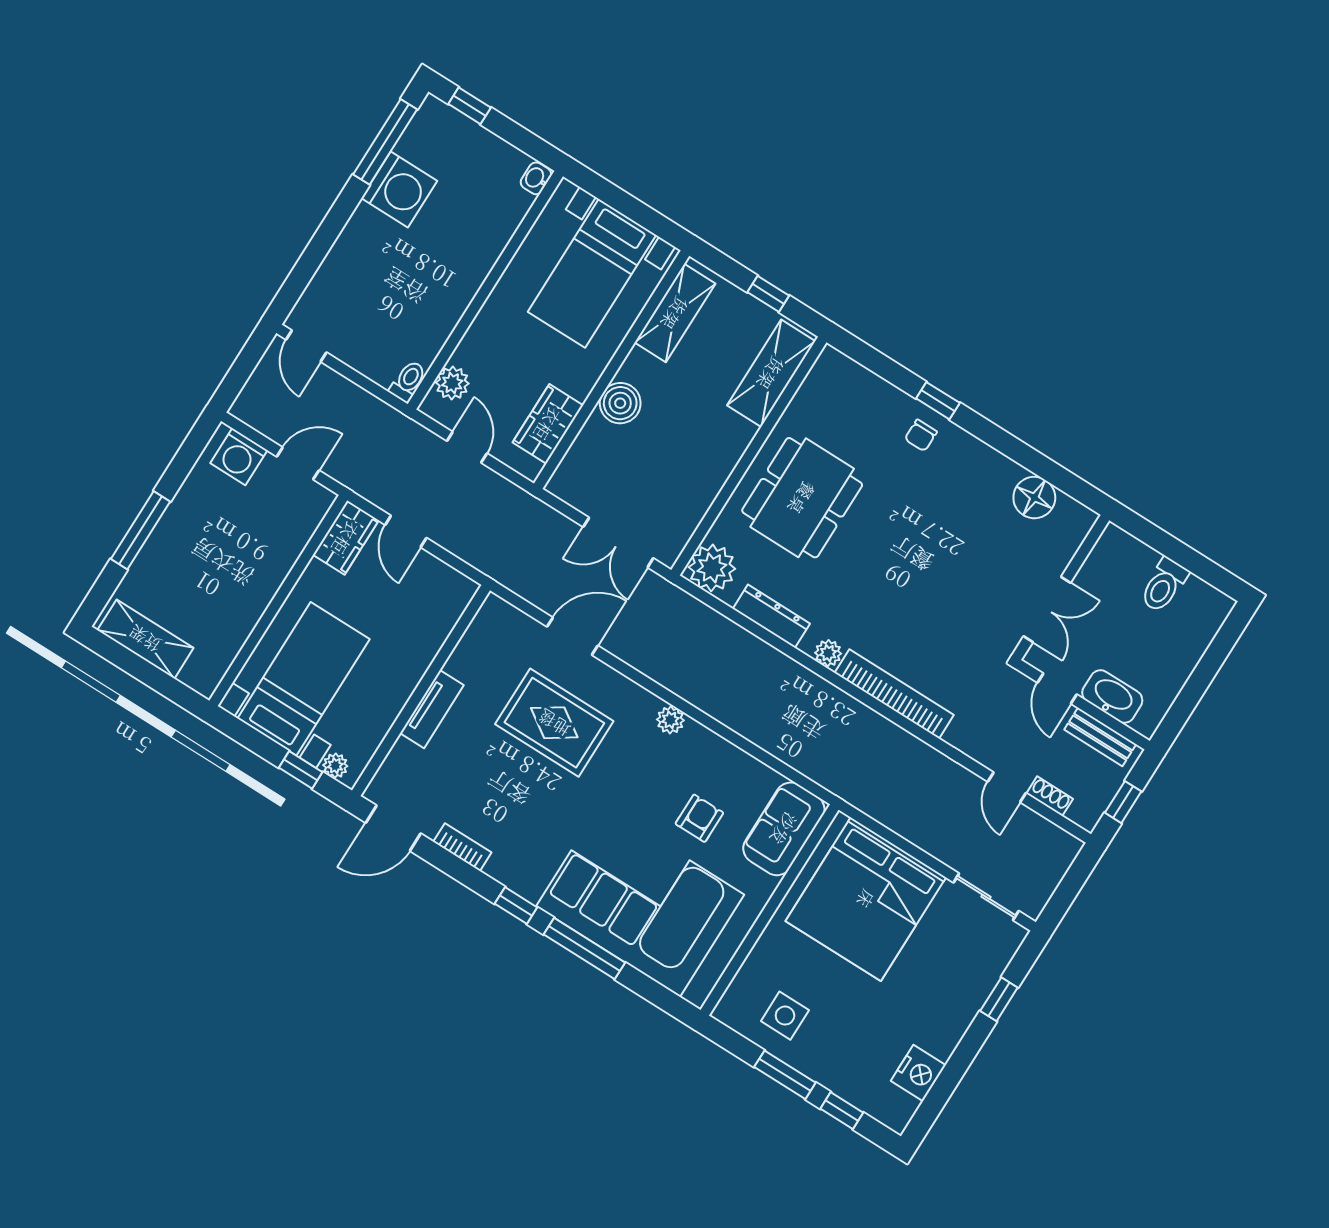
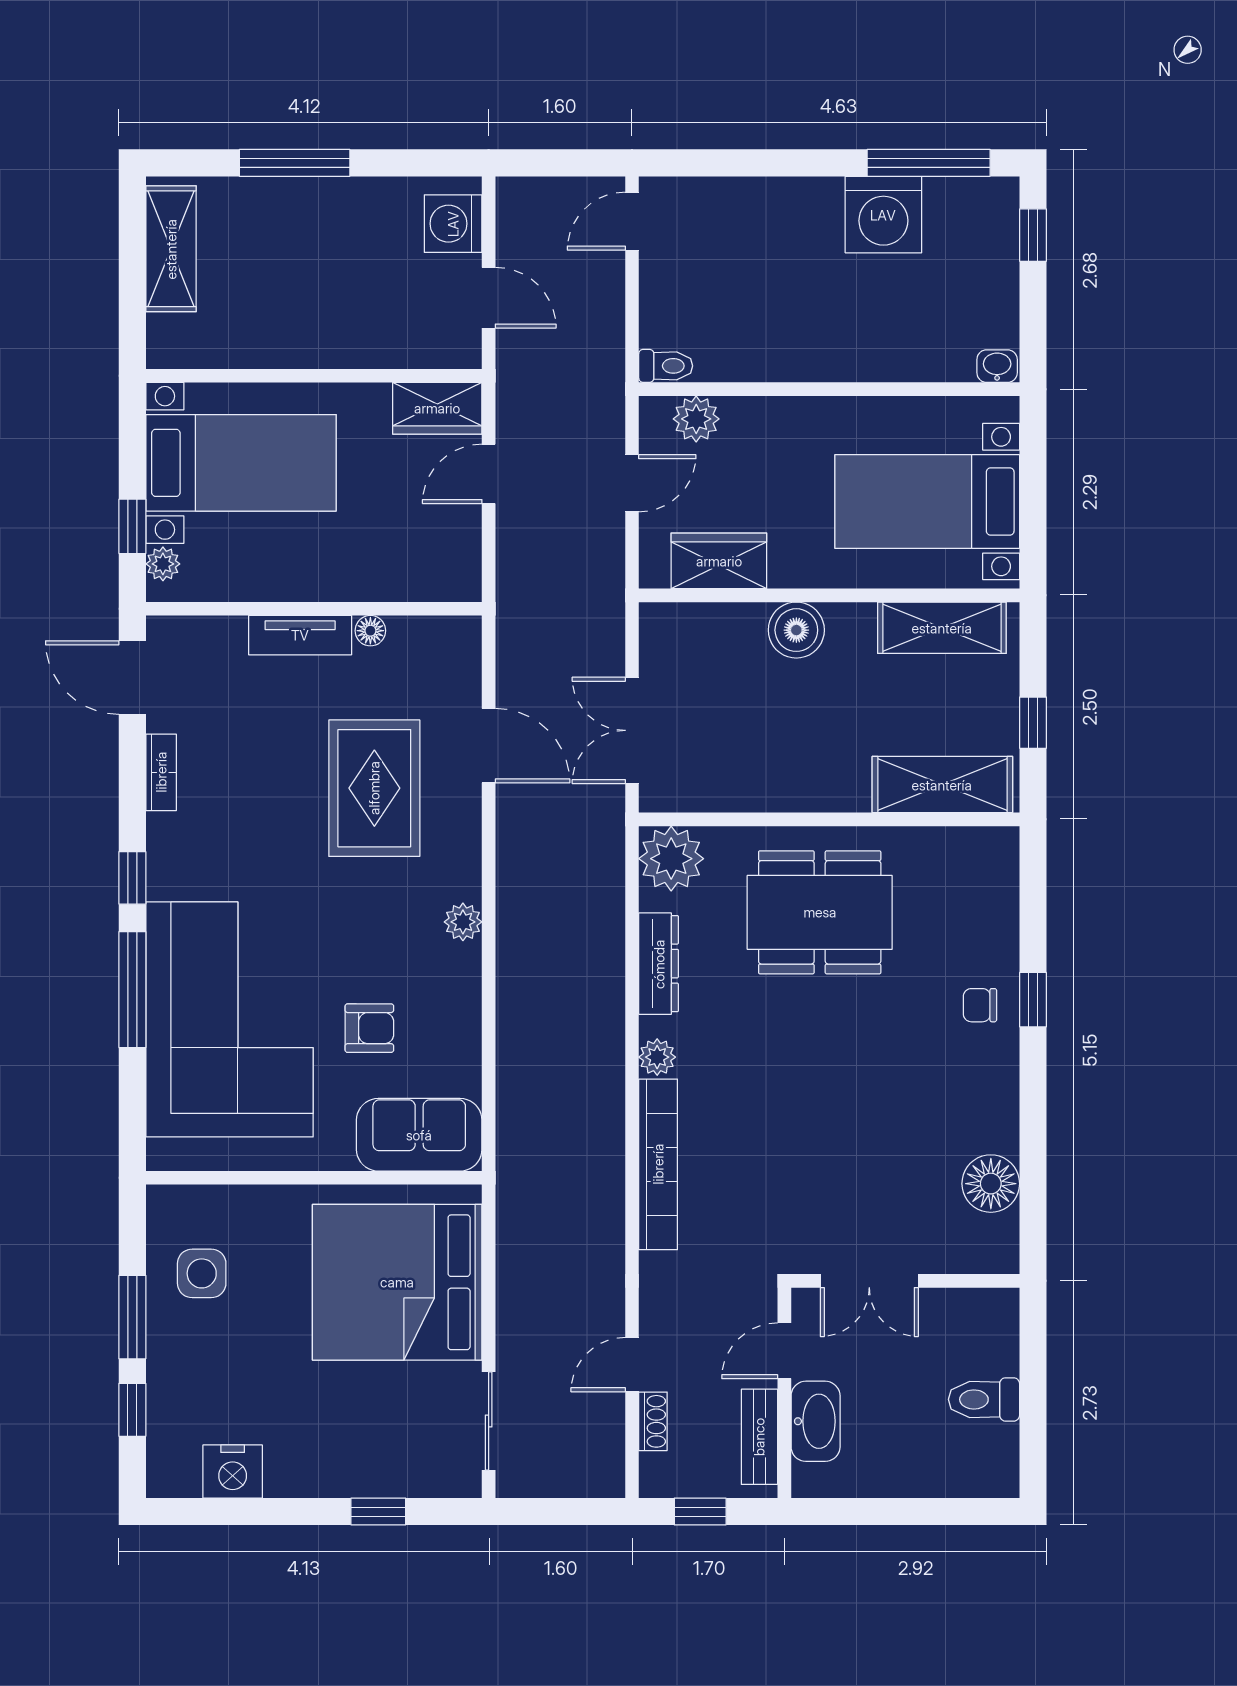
floor lamp: (456, 664) -> (370, 631), added

